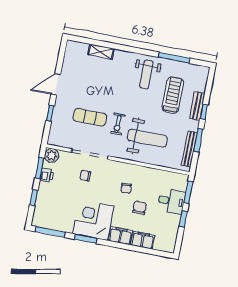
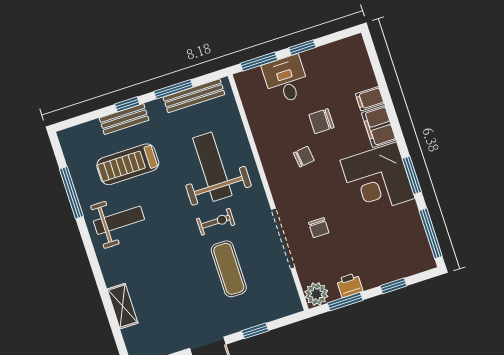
filing cabinet: (143, 240) -> (370, 99), width x0.50

